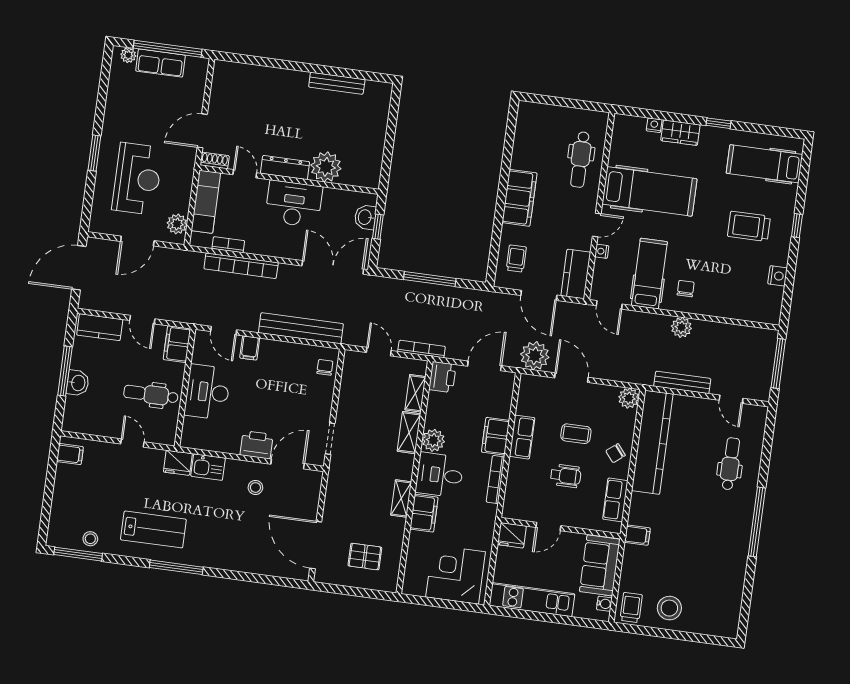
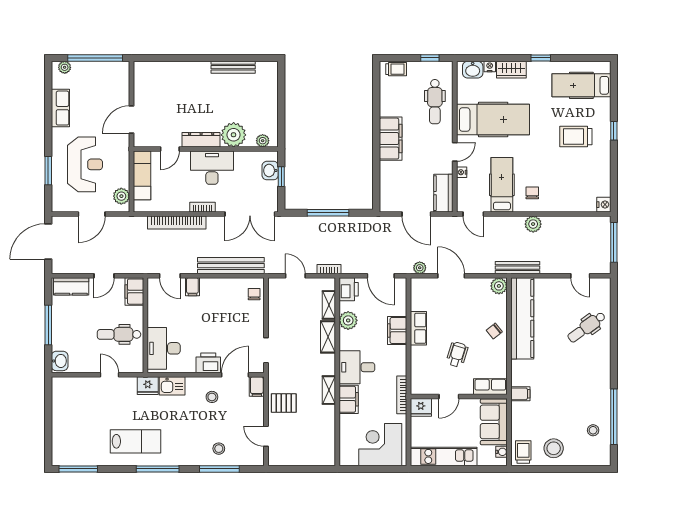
row of seats: (160, 63) -> (60, 108), moved, turned -90
window: (582, 105) -> (430, 58), added
washbasin: (632, 126) -> (473, 70), added
window: (94, 153) -> (48, 171), moved
shoe rack: (215, 160) -> (144, 142), removed
door: (245, 174) -> (170, 149), swing flipped
plant: (361, 179) -> (263, 141), added
bookcase: (228, 245) -> (202, 207), moved
trolley: (516, 259) -> (396, 69), moved, turned 90
double door: (333, 267) -> (250, 214), swing flipped
nightstand: (778, 276) -> (604, 205), moved
door: (142, 320) -> (104, 276), hinge flipped
bookcase: (422, 349) -> (329, 269), width x0.64
plant: (535, 356) -> (420, 268), width x0.53, depth x0.53
door: (484, 366) -> (381, 276), swing flipped
bench: (682, 382) -> (517, 268), moved
washbasin: (78, 383) -> (60, 361), moved
desk: (208, 392) -> (164, 348), moved
coffee table: (576, 434) -> (461, 320), removed
plant: (433, 440) -> (348, 320), moved
filing cabinet: (70, 454) -> (257, 387), moved, turned 90
dental chair: (730, 464) -> (587, 327), turned -126
wheelchair: (566, 476) -> (457, 354), turned -73
bookcase: (495, 480) -> (402, 395), moved
row of seats: (615, 500) -> (490, 387), moved, turned 90
window: (757, 522) -> (614, 417), moved
stool: (90, 539) -> (219, 449), moved
door: (316, 545) -> (266, 436), width x0.53
pallet: (365, 557) -> (284, 403), moved
window: (253, 578) -> (219, 469), added
stool: (721, 592) -> (593, 430), added

